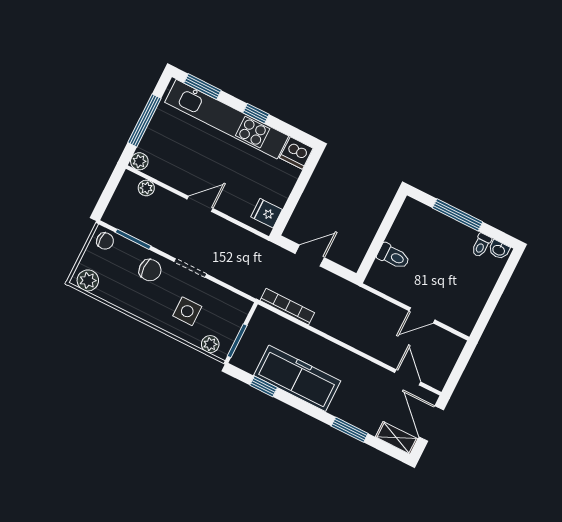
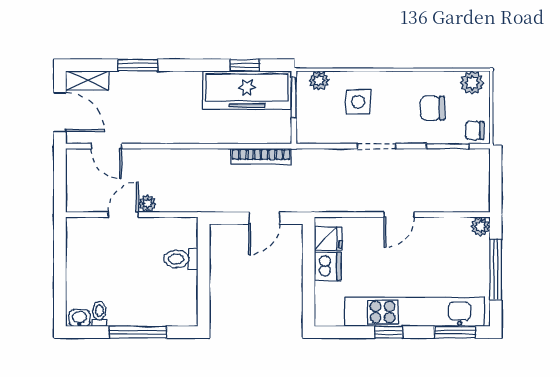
dishwasher: (296, 153) -> (328, 266), moved, turned 90
plant: (146, 188) -> (147, 204), moved
chair: (150, 270) -> (432, 108), moved
freezer: (297, 378) -> (247, 90), moved

